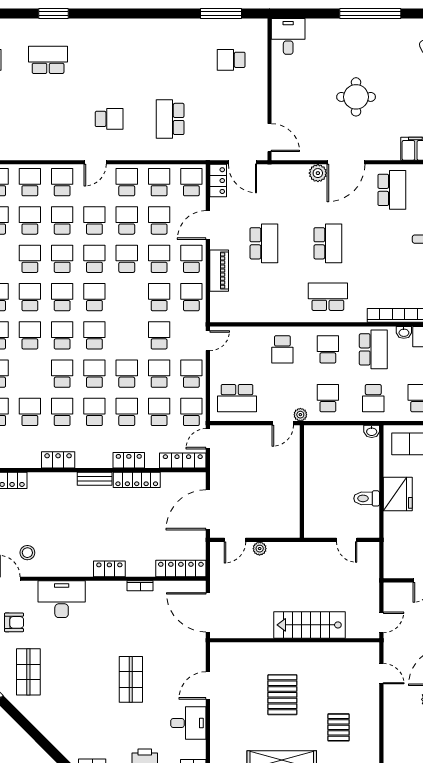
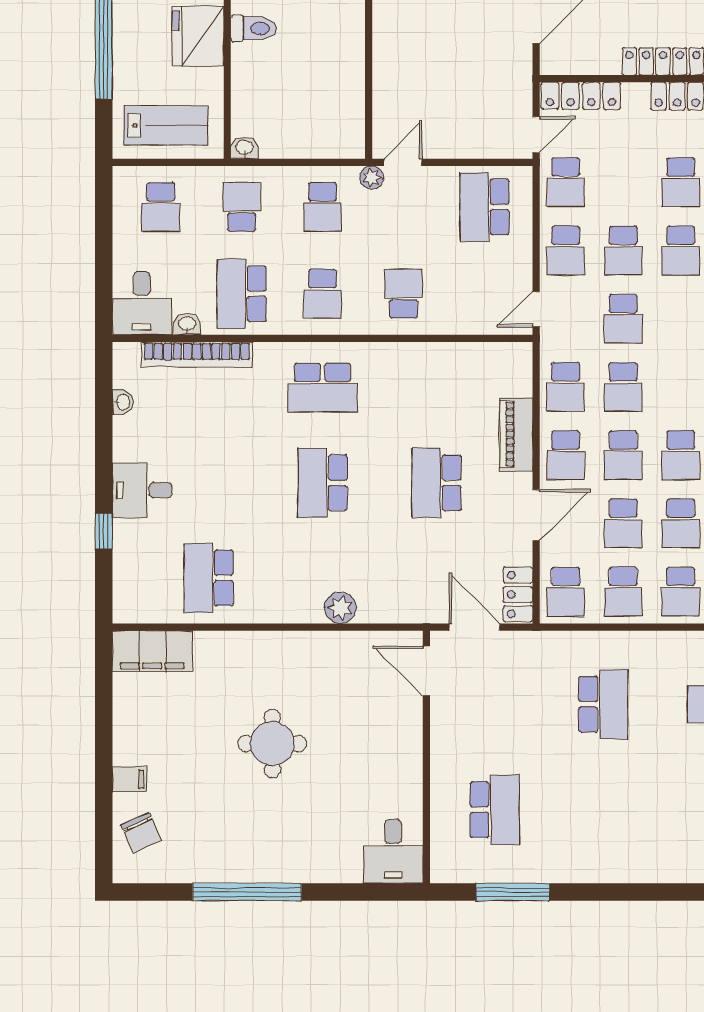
school desk: (231, 60) -> (495, 810), width x1.85
door: (346, 162) -> (290, 627), removed
school desk: (237, 398) -> (484, 207), turned -90
school desk: (159, 412) -> (623, 182), removed

